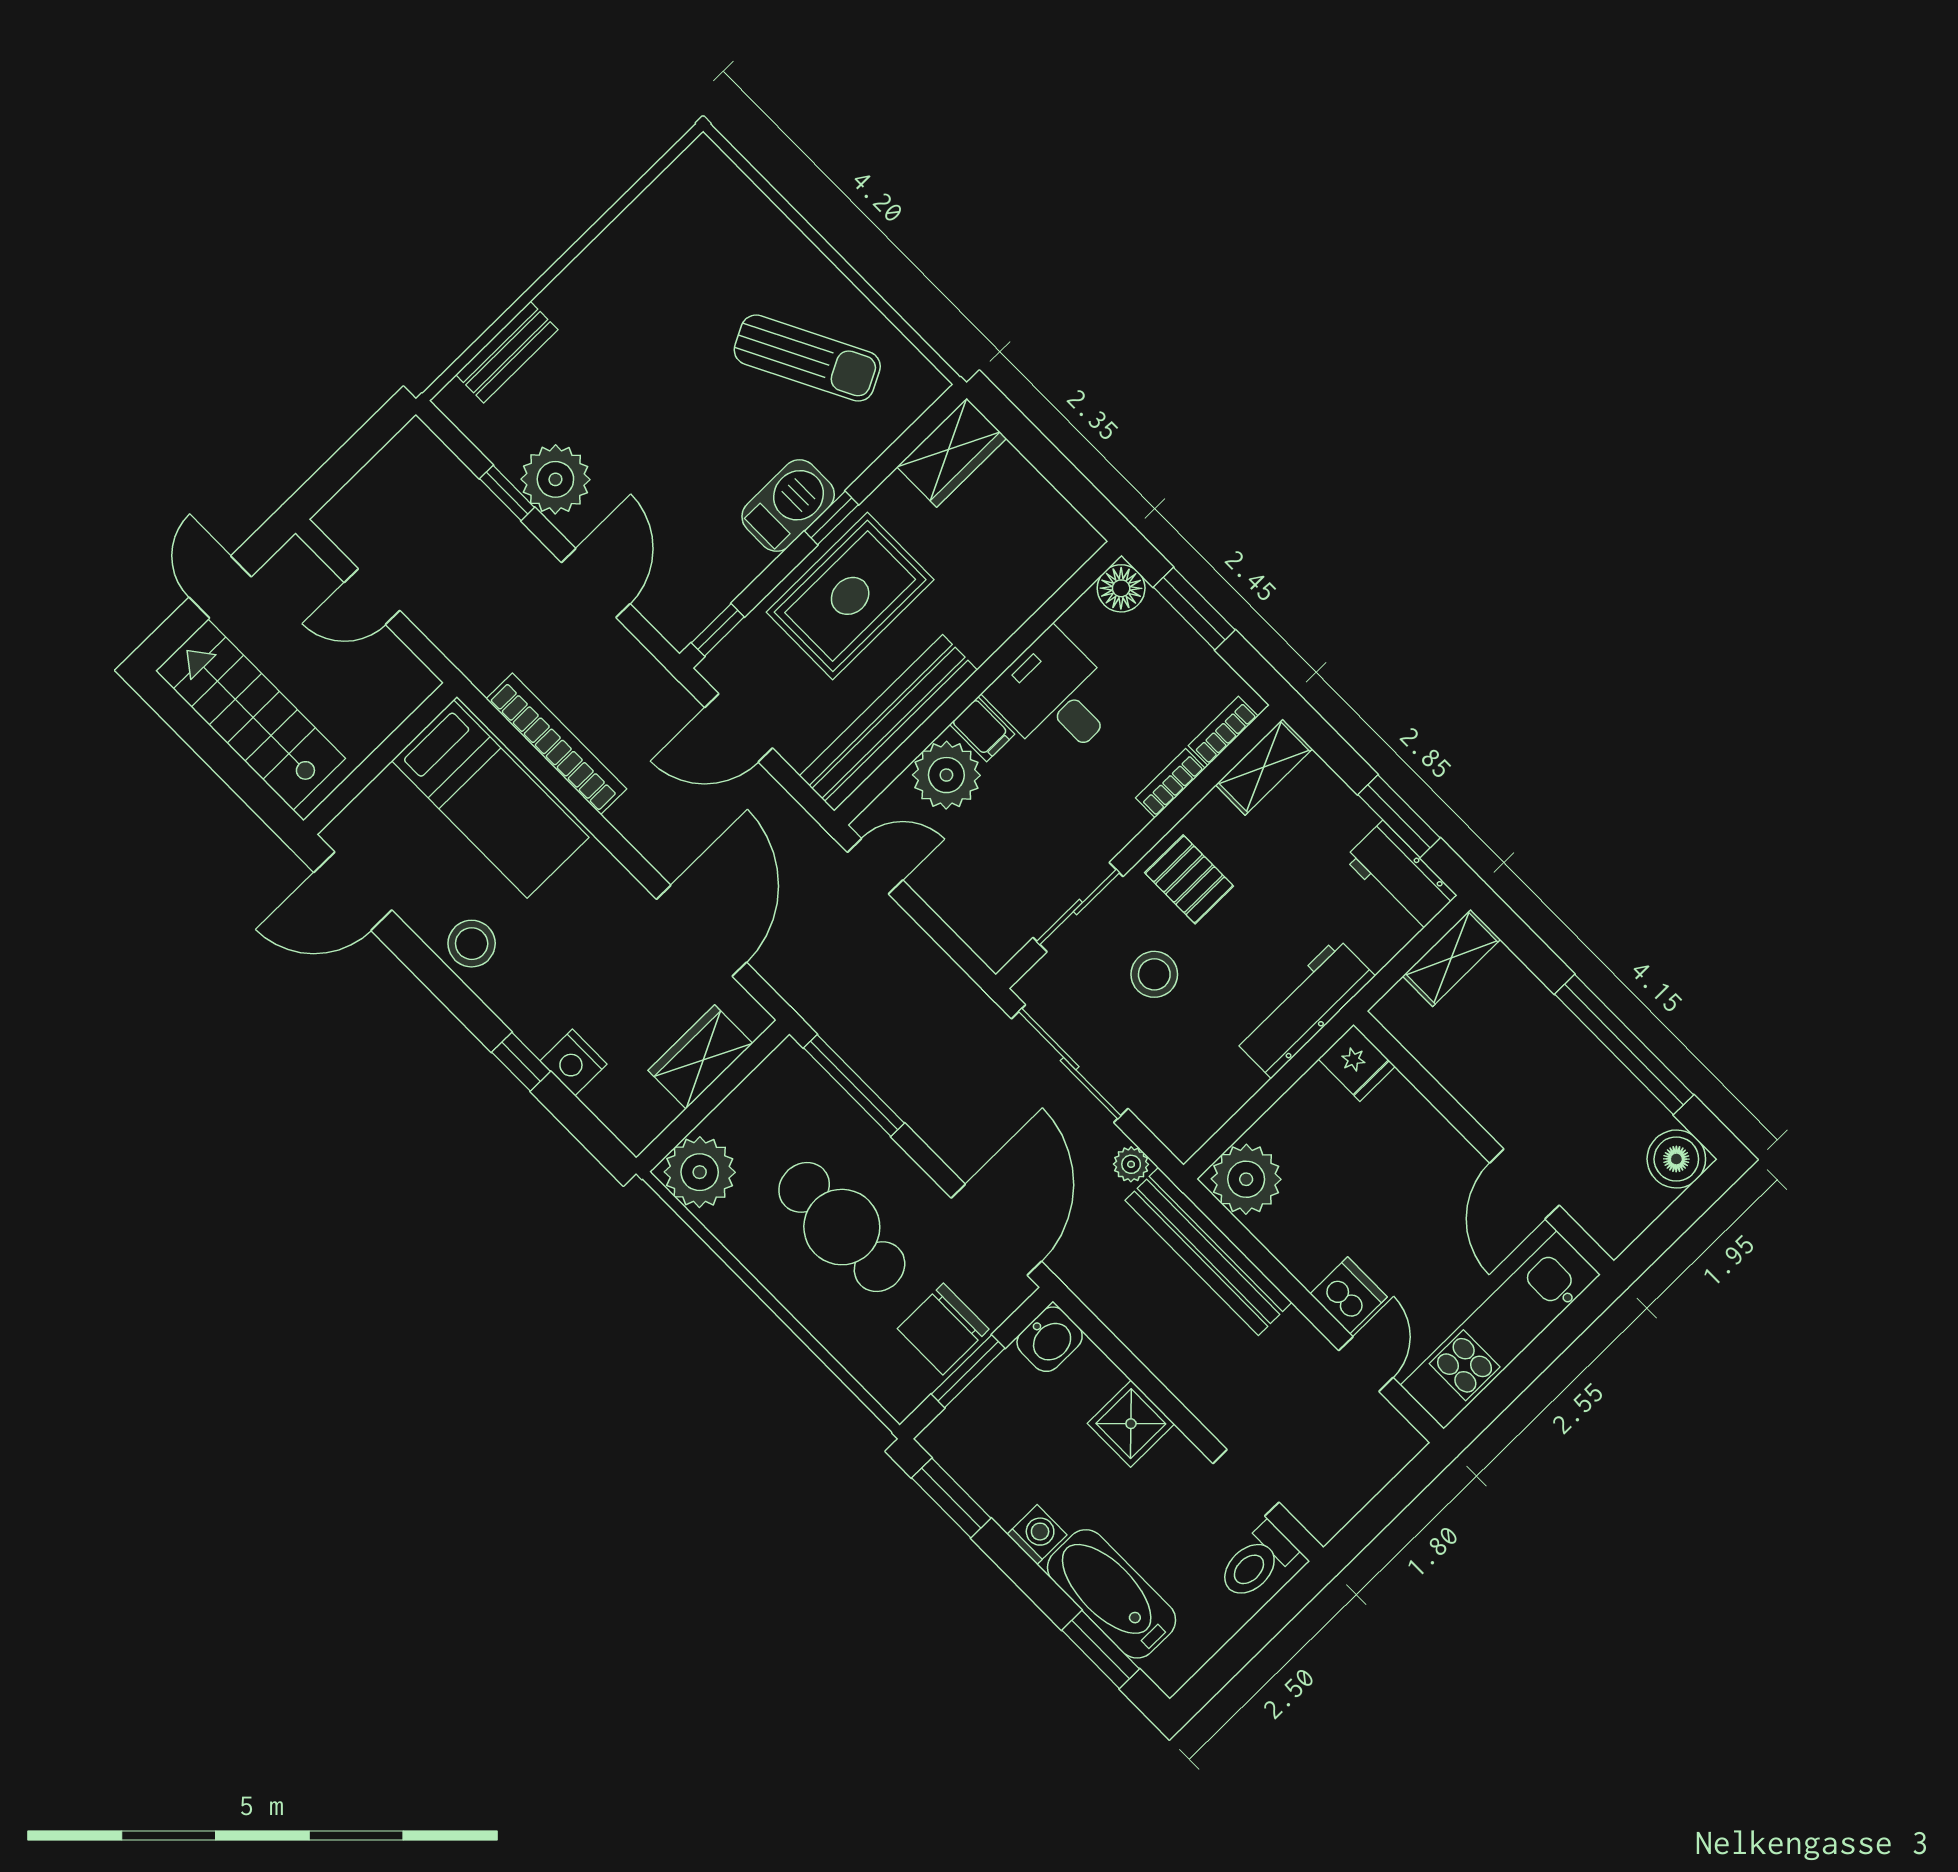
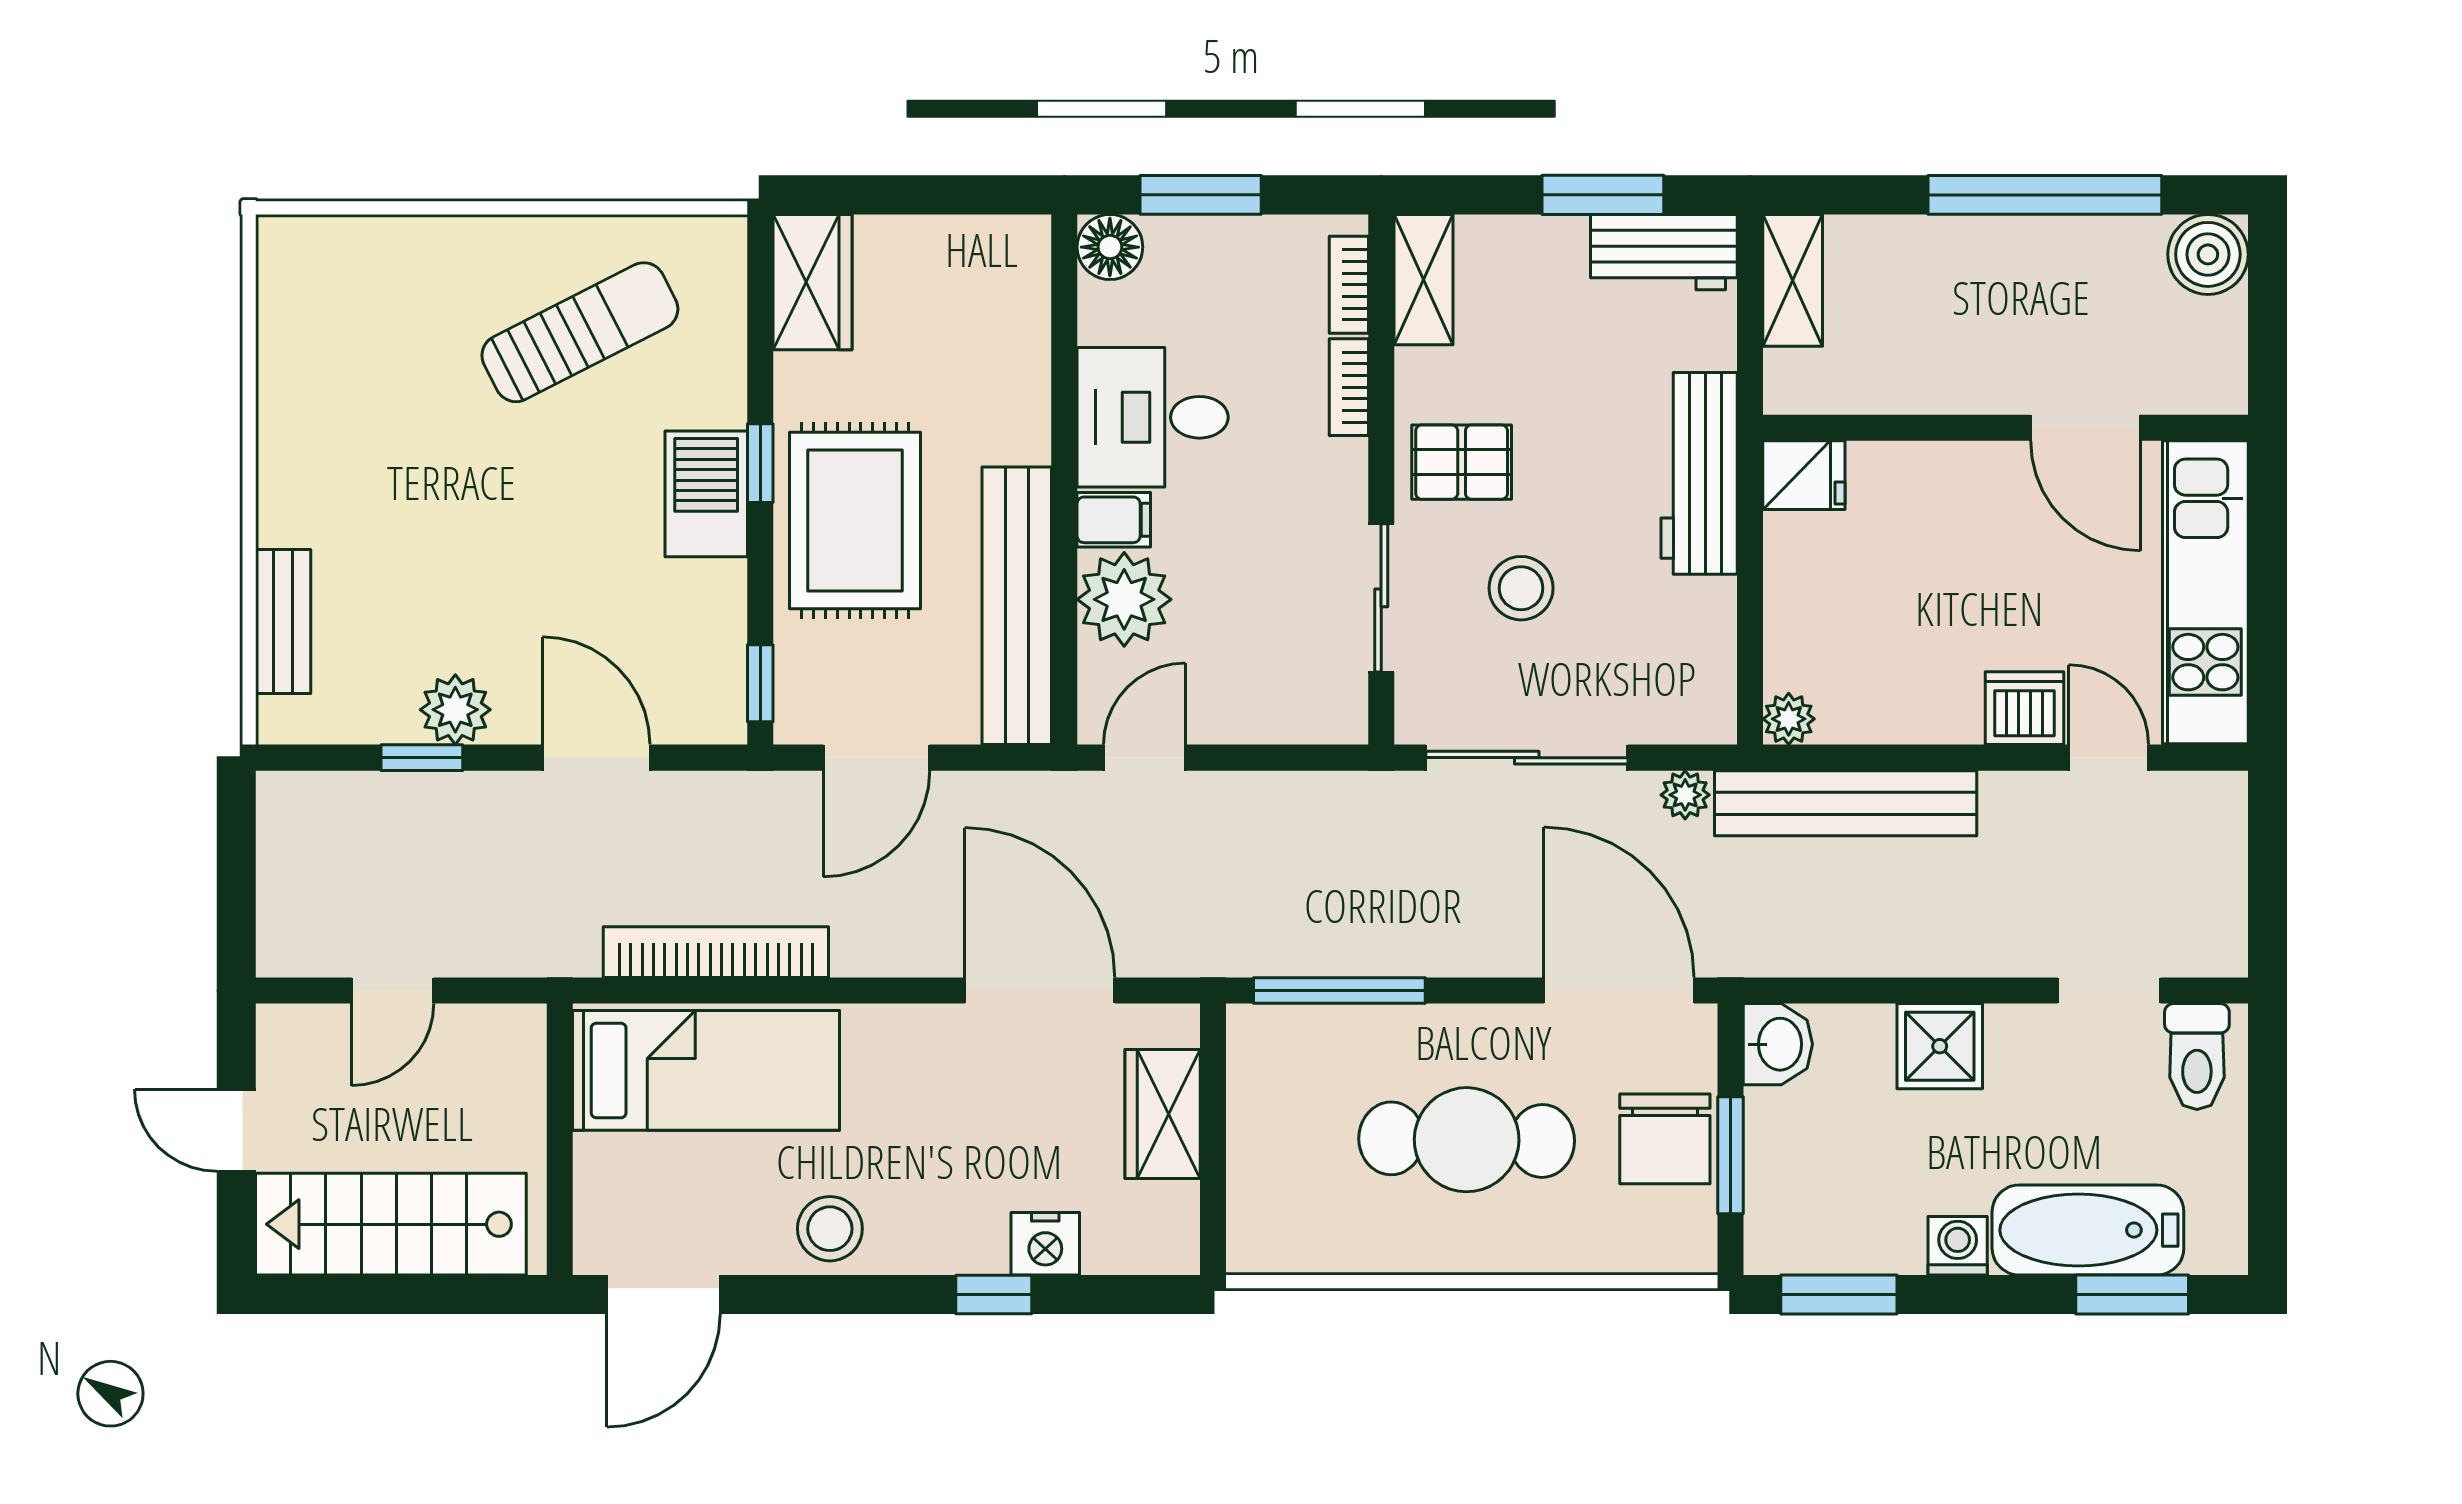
plant: (555, 479) -> (455, 710), width x0.73, depth x0.73
plant: (700, 1172) -> (1275, 1226), removed
plant: (1246, 1179) -> (1789, 719), width x0.53, depth x0.53

